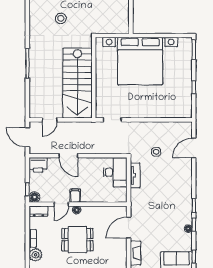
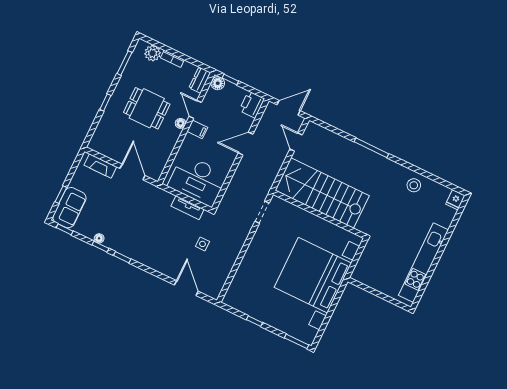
stool: (61, 18) -> (414, 185), moved
desk: (115, 172) -> (198, 180), width x1.36, depth x1.30
dining table: (77, 240) -> (147, 108), turned 90

